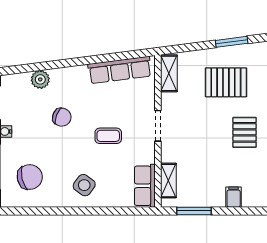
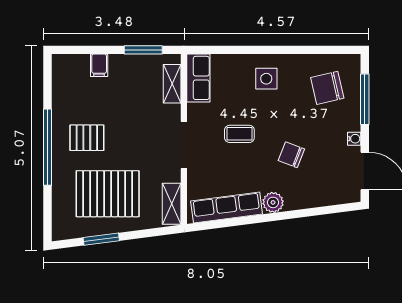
plant: (40, 79) -> (273, 202), moved
pallet: (226, 82) -> (108, 194), width x1.37, depth x1.41
doorway: (158, 126) -> (184, 145), width x1.38
pallet: (245, 132) -> (87, 138), turned 90
side table: (84, 185) -> (266, 79), turned -36

